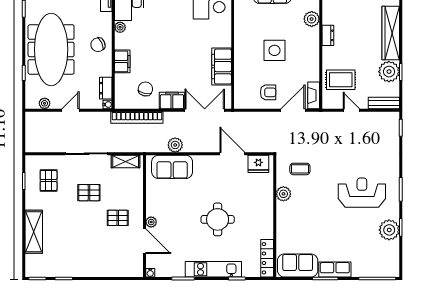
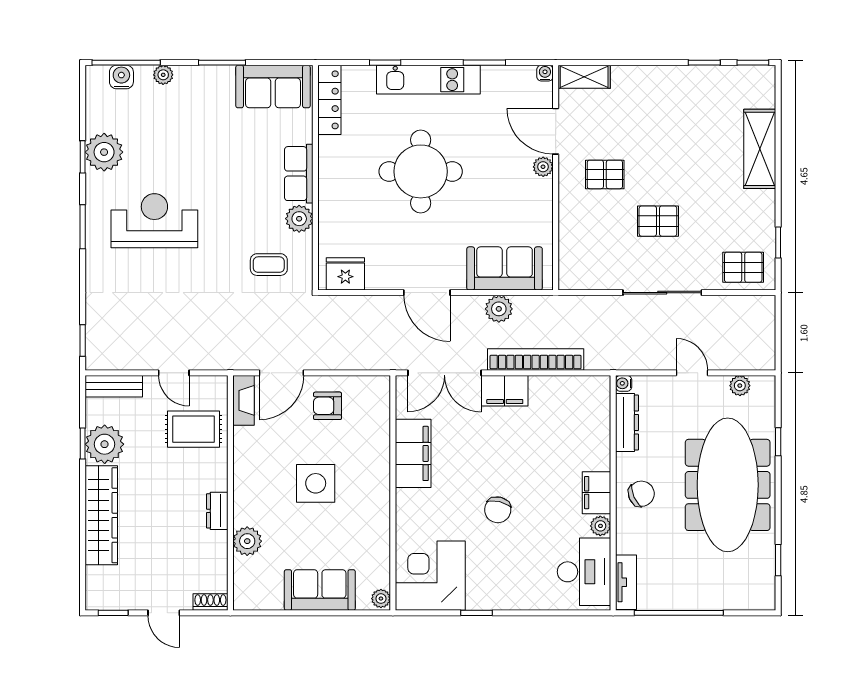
filing cabinet: (122, 61) -> (596, 493), moved
dresser: (106, 88) -> (627, 423), width x1.44
chair: (145, 89) -> (498, 510), moved
door: (70, 110) -> (692, 373), swing flipped
bookcase: (137, 118) -> (536, 359), moved
door: (232, 154) -> (427, 293), moved
shelving: (126, 161) -> (584, 77), moved
pallet: (49, 180) -> (743, 267), moved, turned 90
reception desk: (362, 193) -> (154, 221), turned 180
round table: (218, 219) -> (421, 171), width x1.36, depth x1.36
row of seats: (335, 270) -> (299, 174), moved, turned 90
water cooler: (380, 271) -> (121, 77), added
plant: (357, 272) -> (163, 75), added

